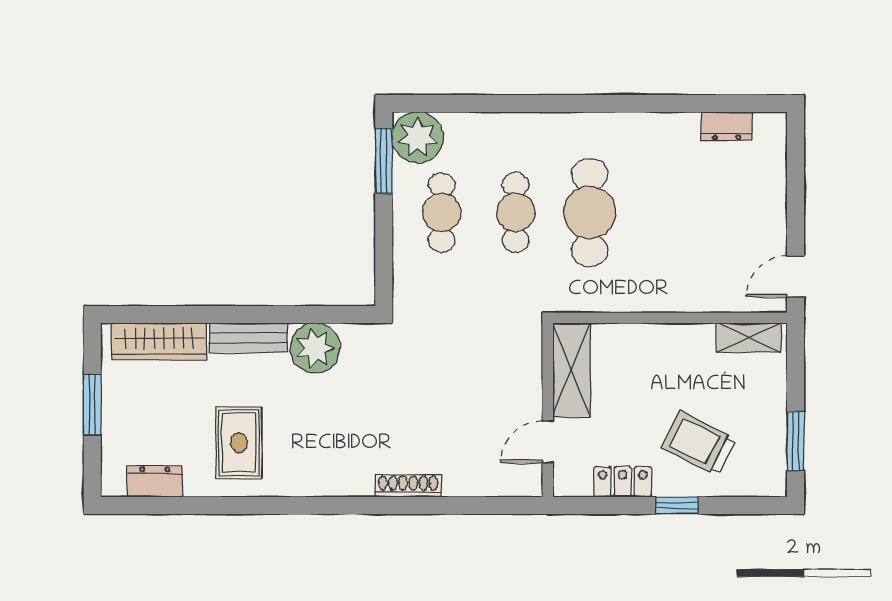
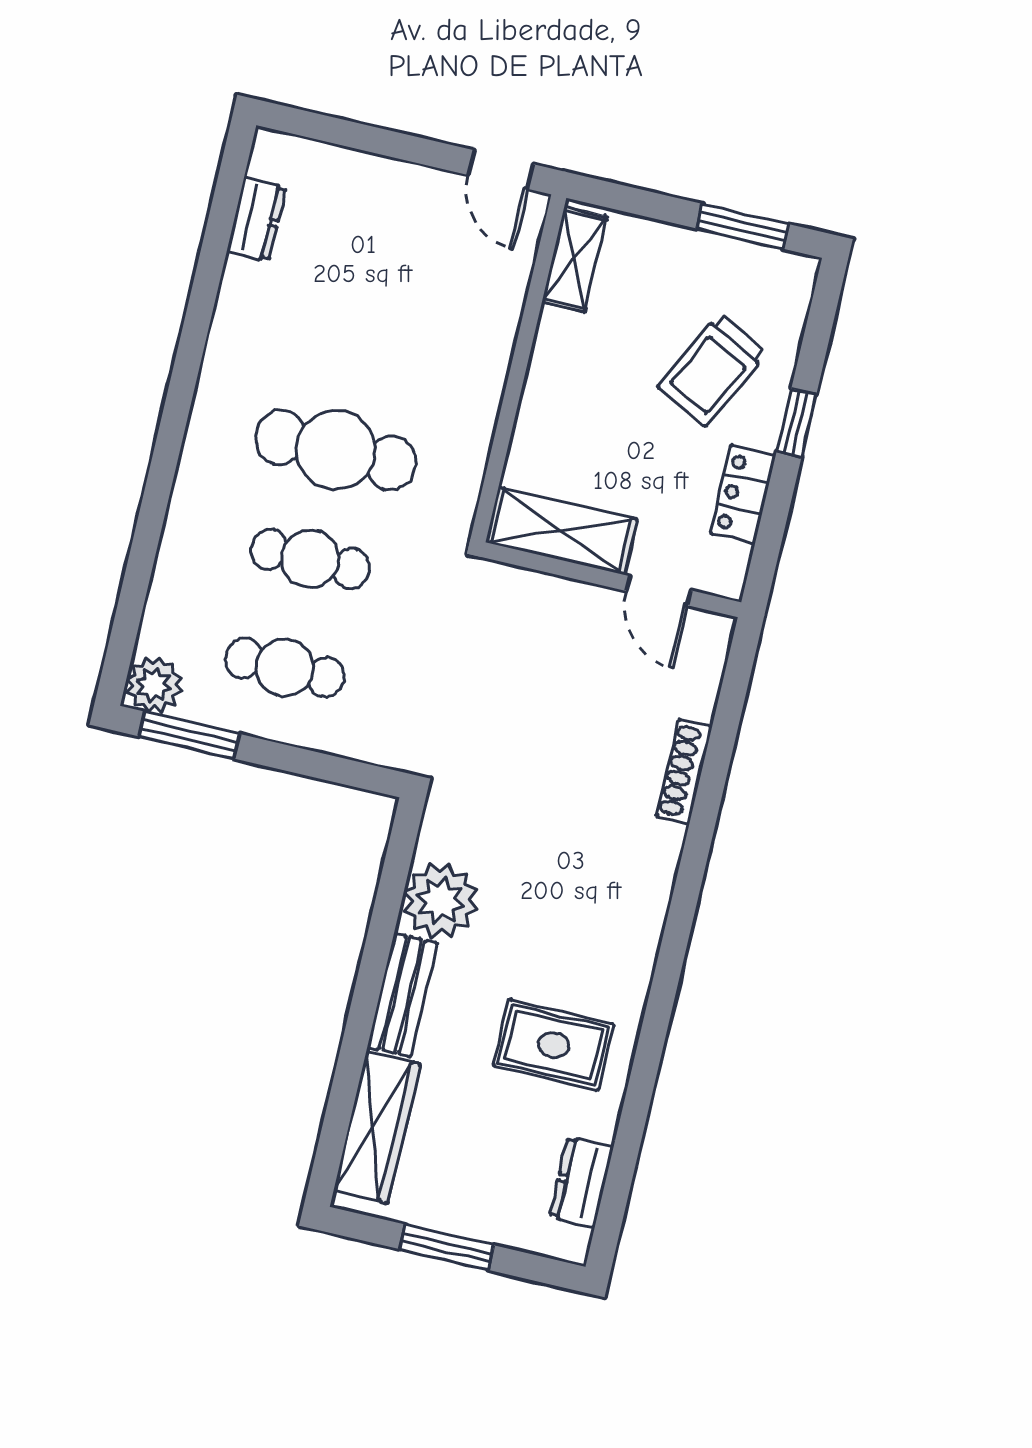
plant: (418, 138) -> (154, 685), width x0.73, depth x0.73
shoe rack: (408, 486) -> (684, 771), moved

